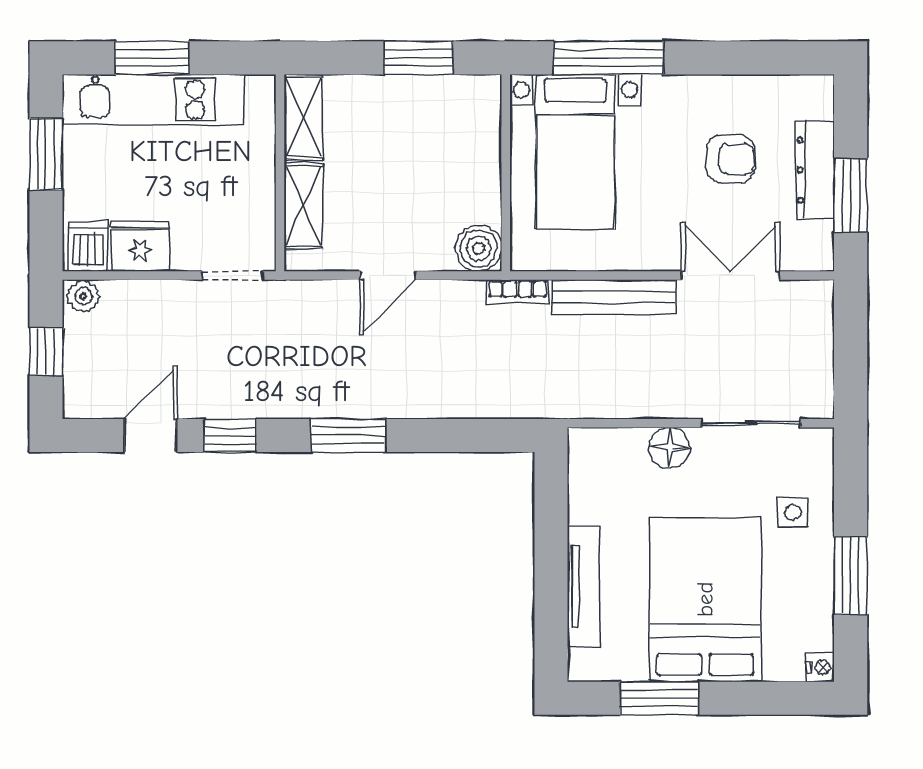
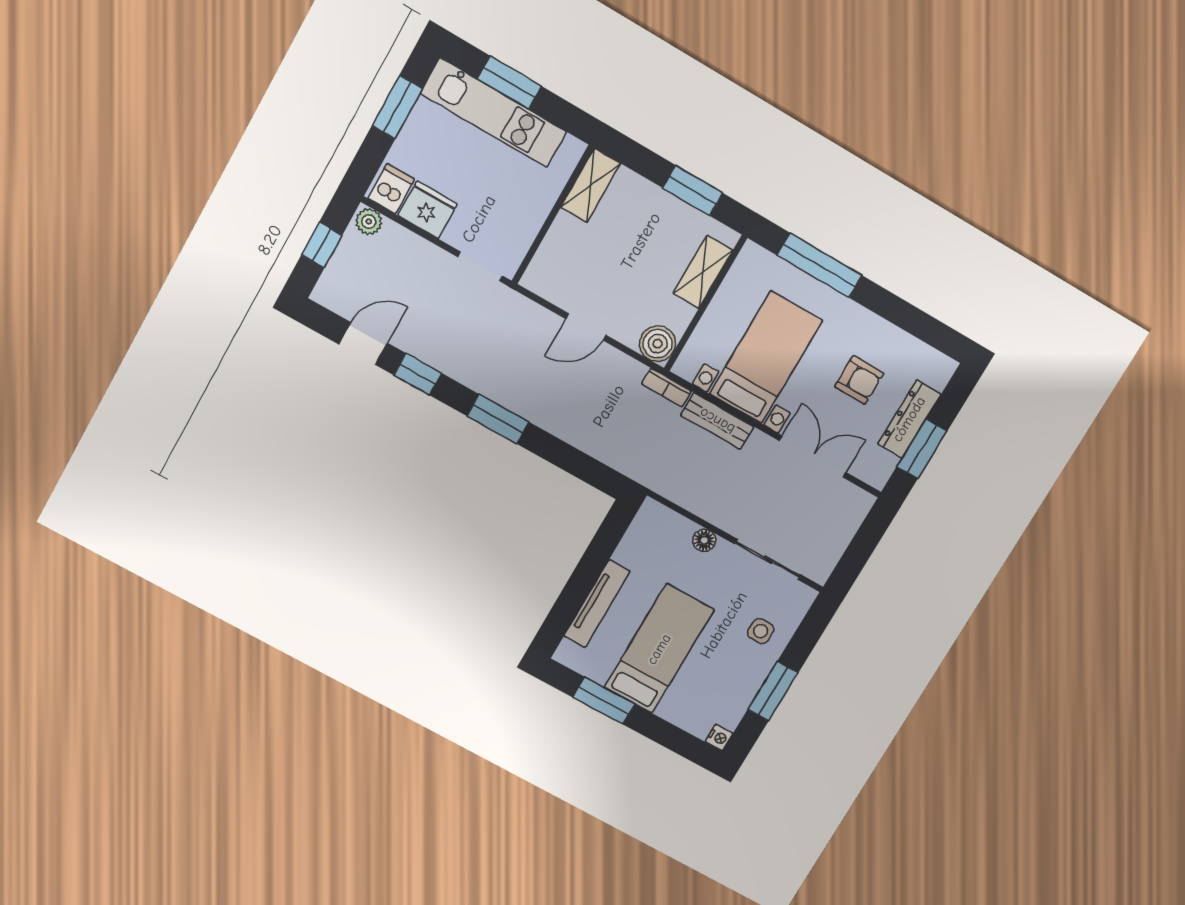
bed with nightstands: (575, 152) -> (766, 357), moved, turned 180
shelving: (303, 206) -> (703, 272), moved
bench: (614, 297) -> (717, 421), width x0.73
floor lamp: (669, 448) -> (704, 540), width x0.73, depth x0.73
bed: (705, 599) -> (659, 649), width x0.67

